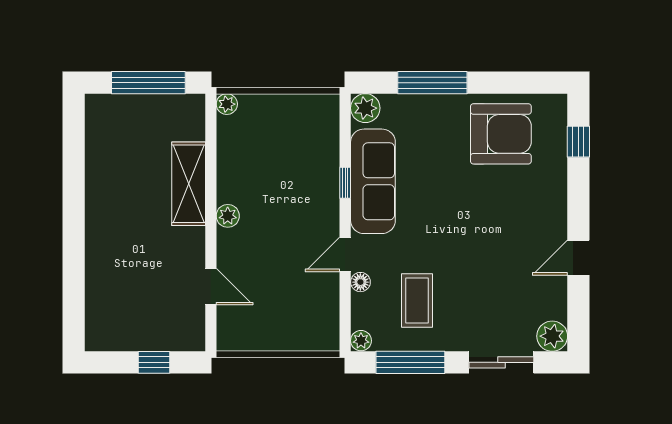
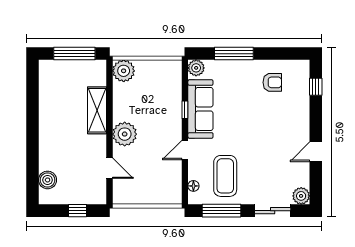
plant: (227, 104) -> (124, 71), width x1.87, depth x1.87
armchair: (501, 134) -> (272, 82), width x0.53, depth x0.53
plant: (228, 216) -> (125, 134), width x1.88, depth x1.88
floor lamp: (360, 282) -> (193, 186), moved
coffee table: (417, 301) -> (225, 176), width x1.36, depth x1.32
boiler: (100, 308) -> (48, 180), added
plant: (361, 341) -> (194, 198), removed

